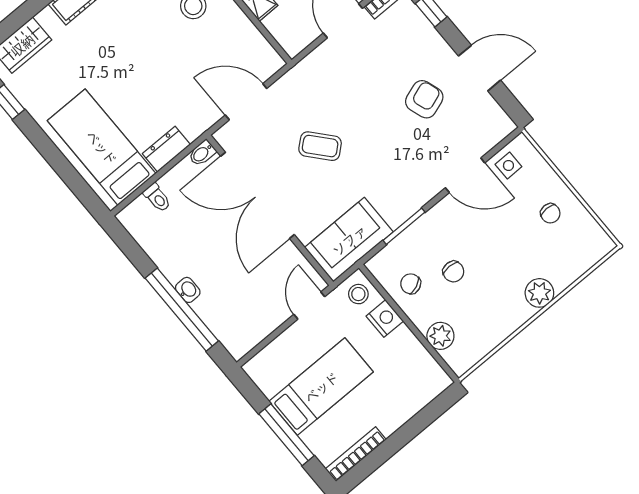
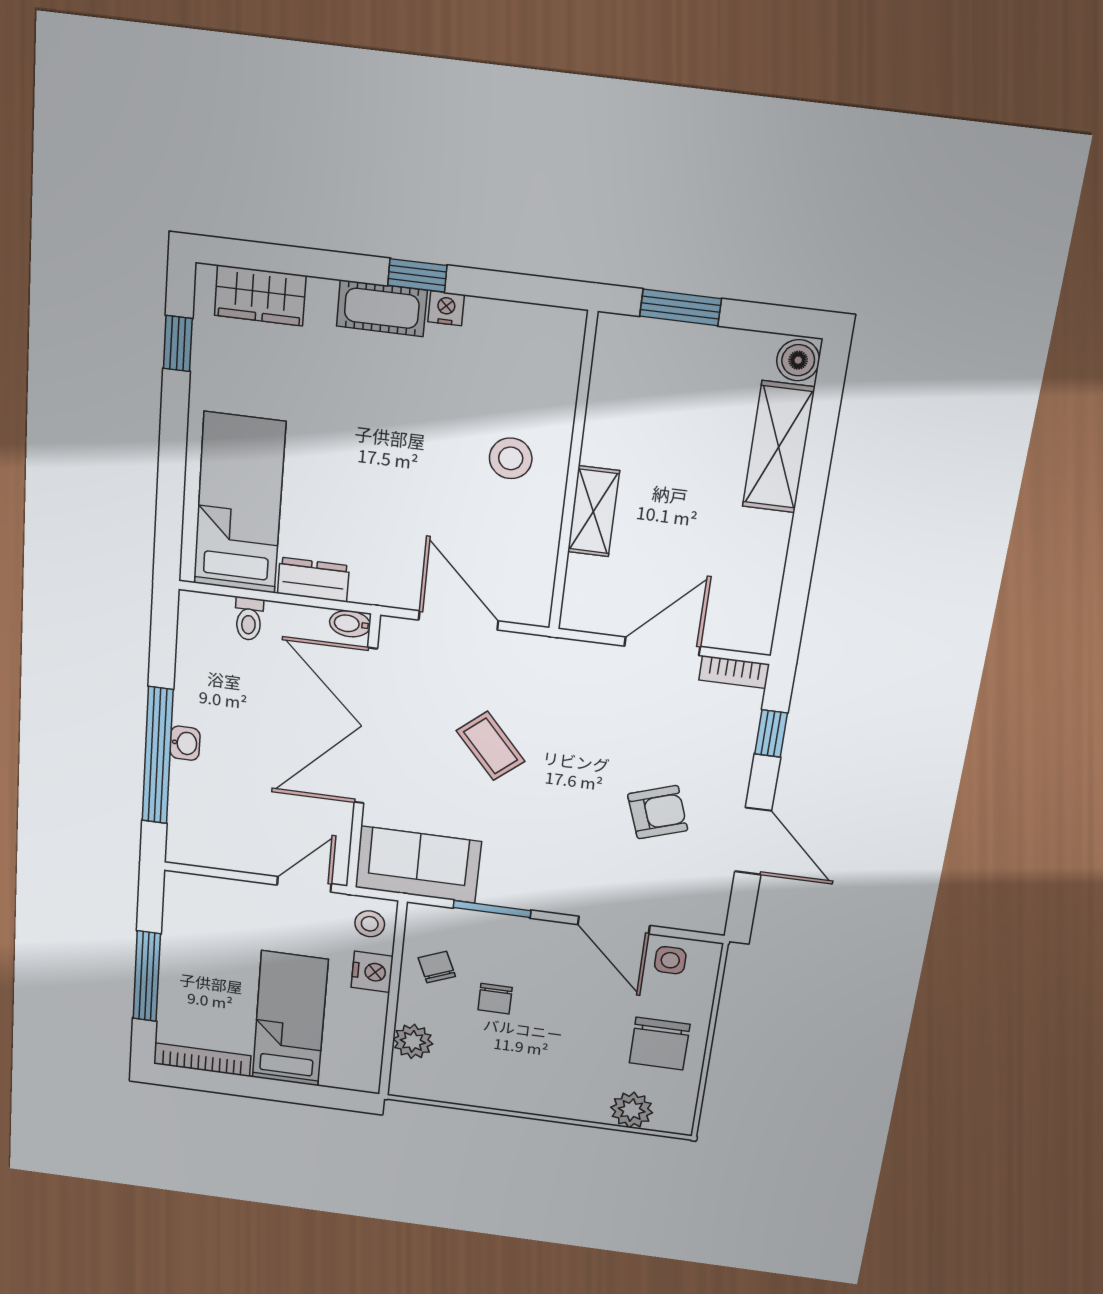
chair: (550, 213) -> (660, 1044), width x1.87, depth x1.87
plant: (539, 293) -> (632, 1110), moved
bed: (321, 387) -> (290, 1019), moved, turned -90

